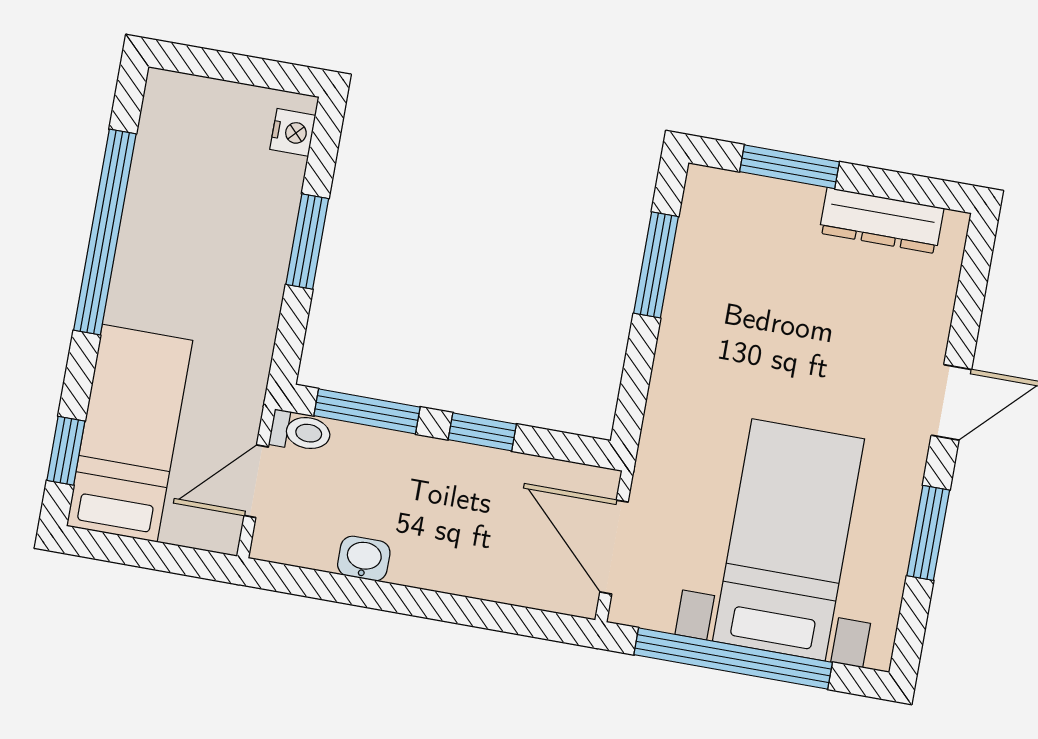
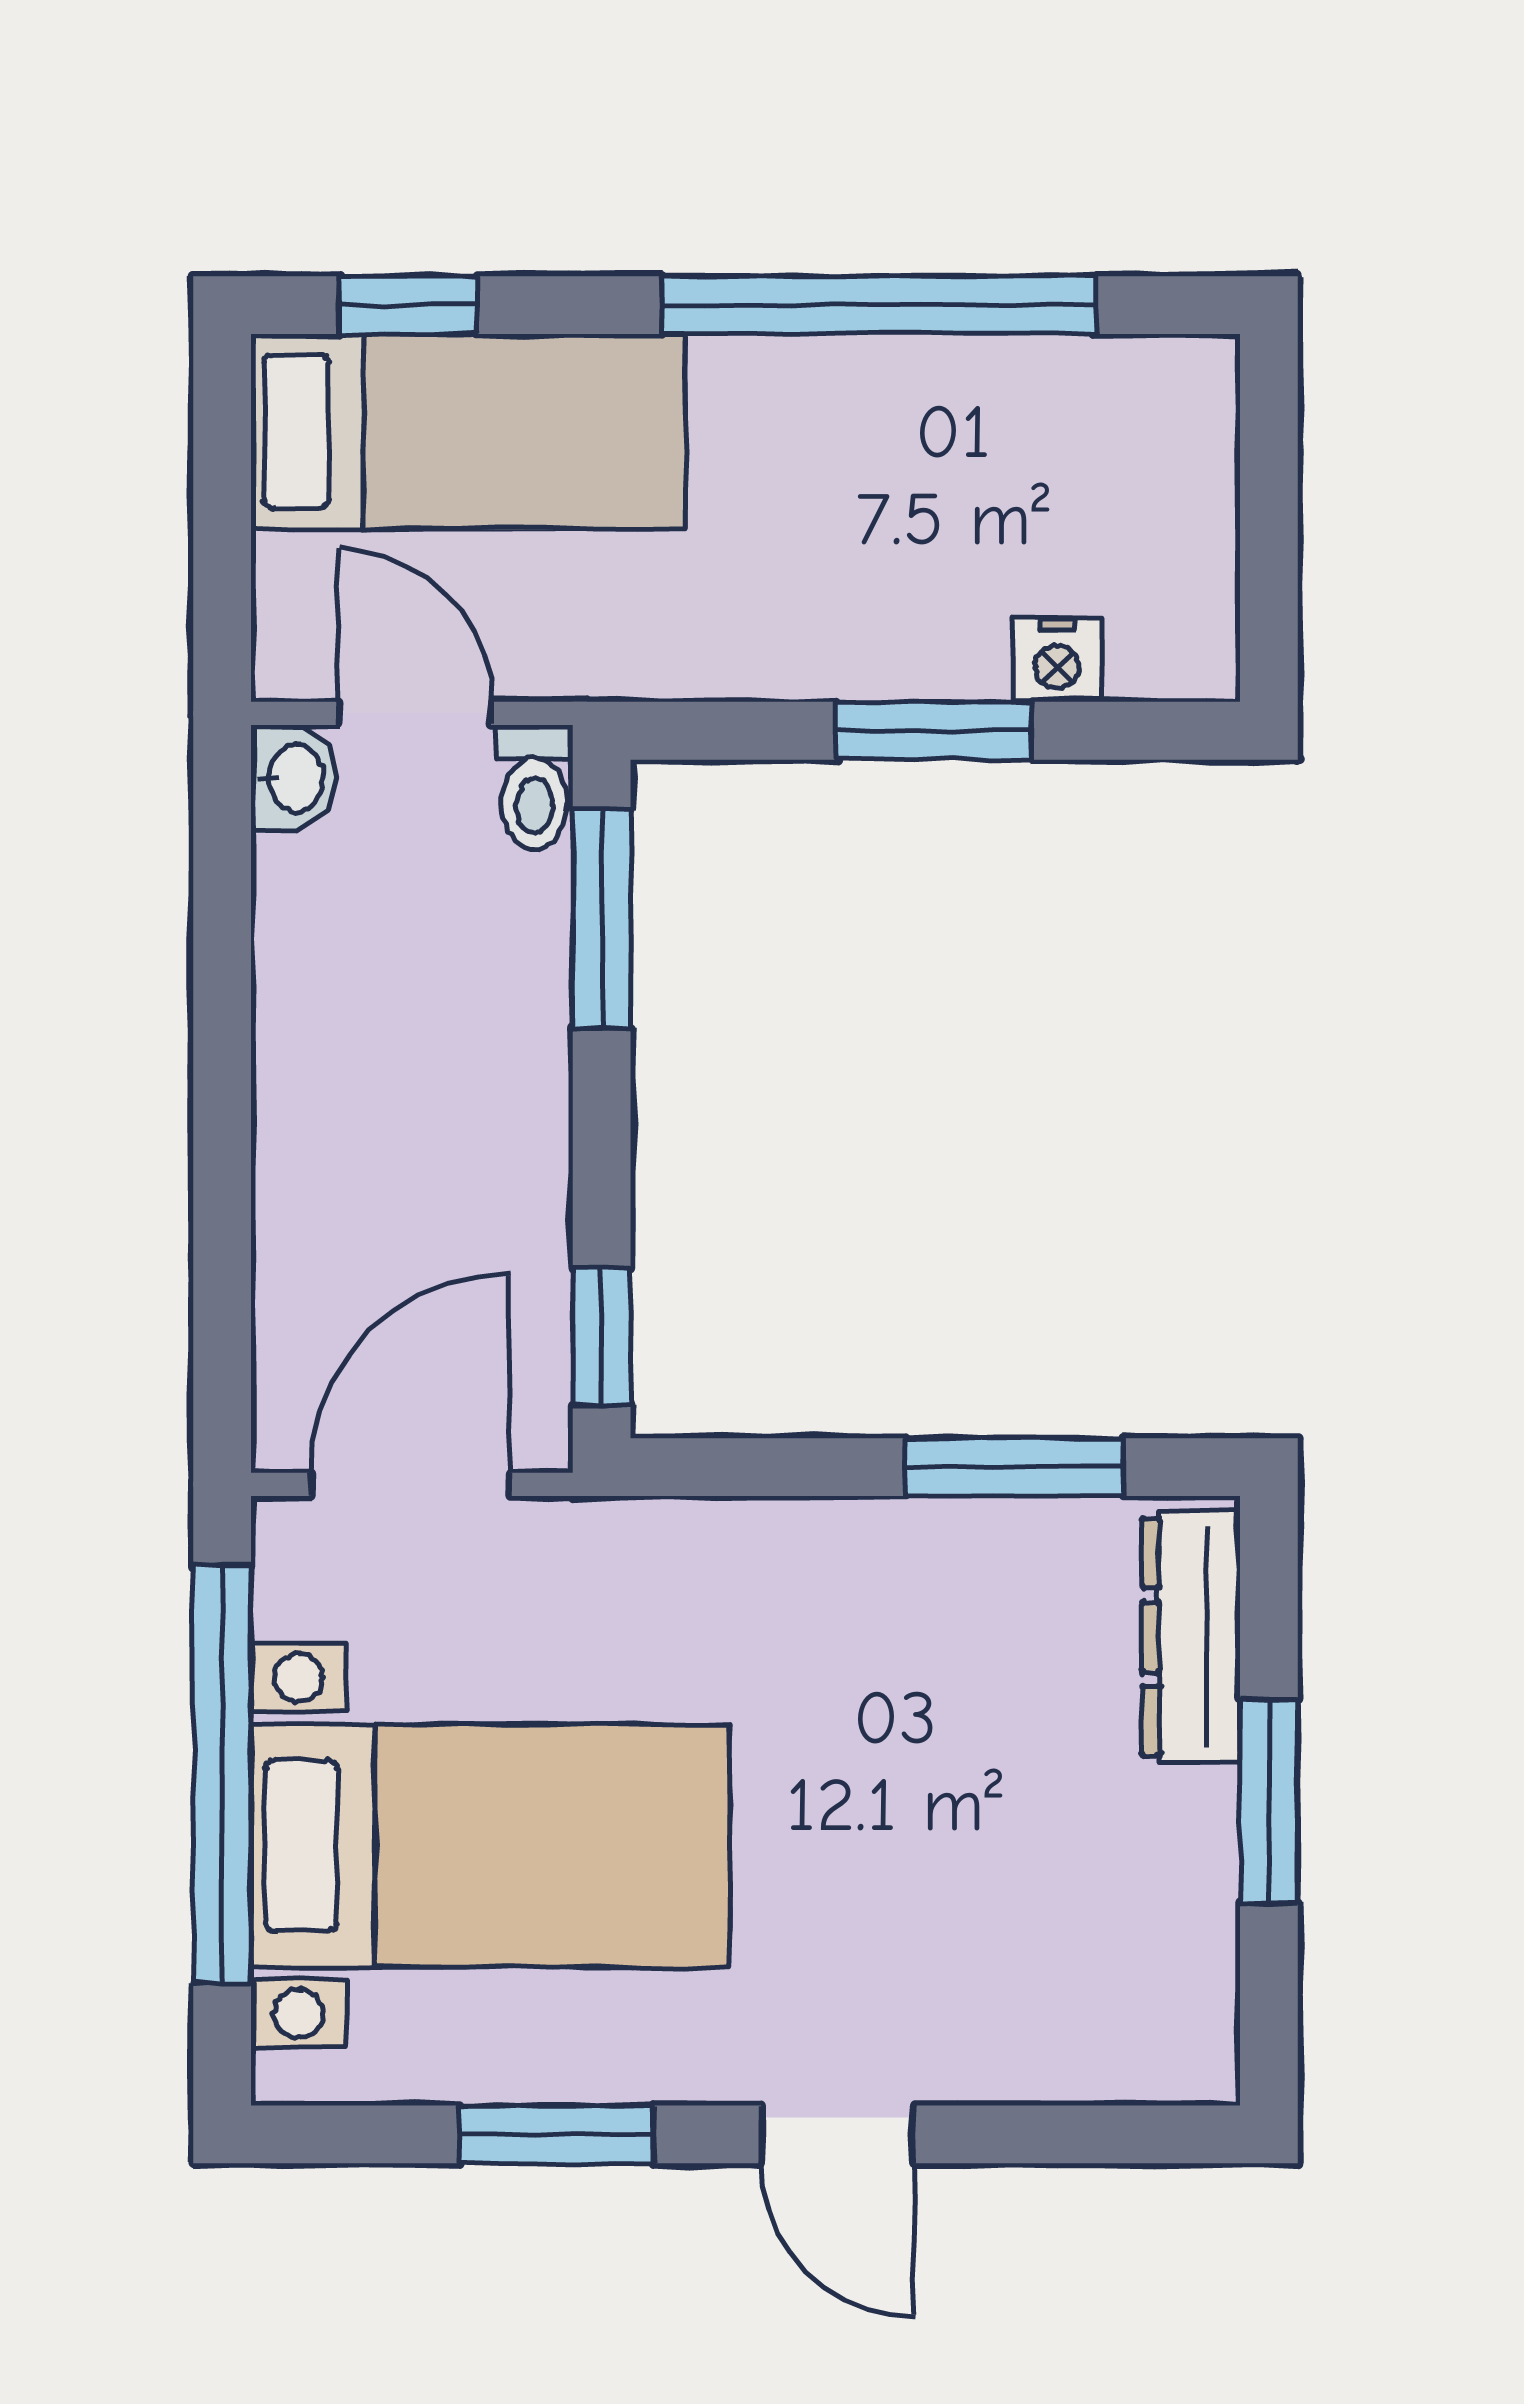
nightstand: (293, 132) -> (1057, 660), moved
window: (790, 167) -> (1269, 1801), moved
dresser: (881, 221) -> (1191, 1637), moved
window: (482, 432) -> (602, 1336), moved
washbasin: (364, 558) -> (294, 778), moved

